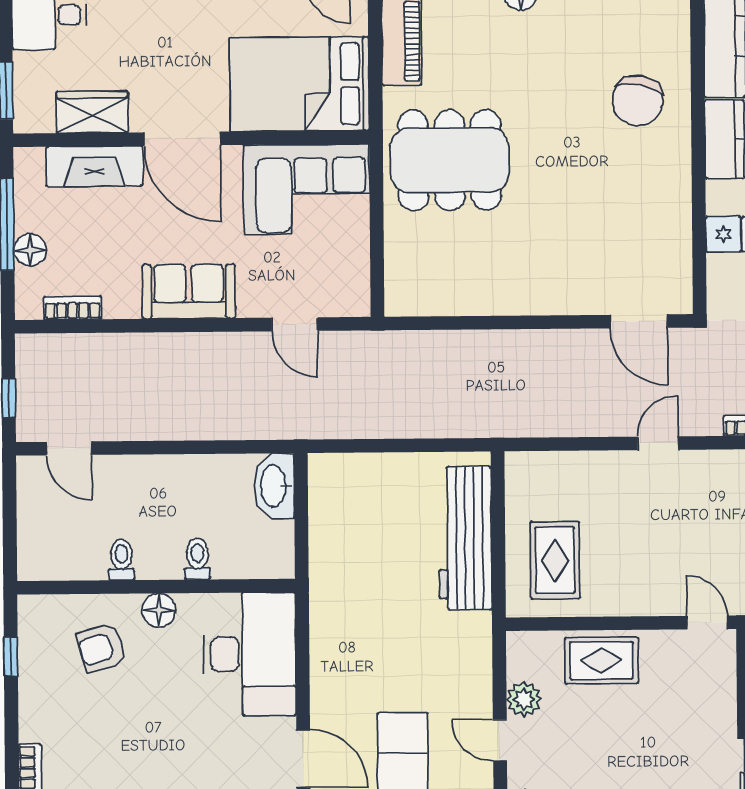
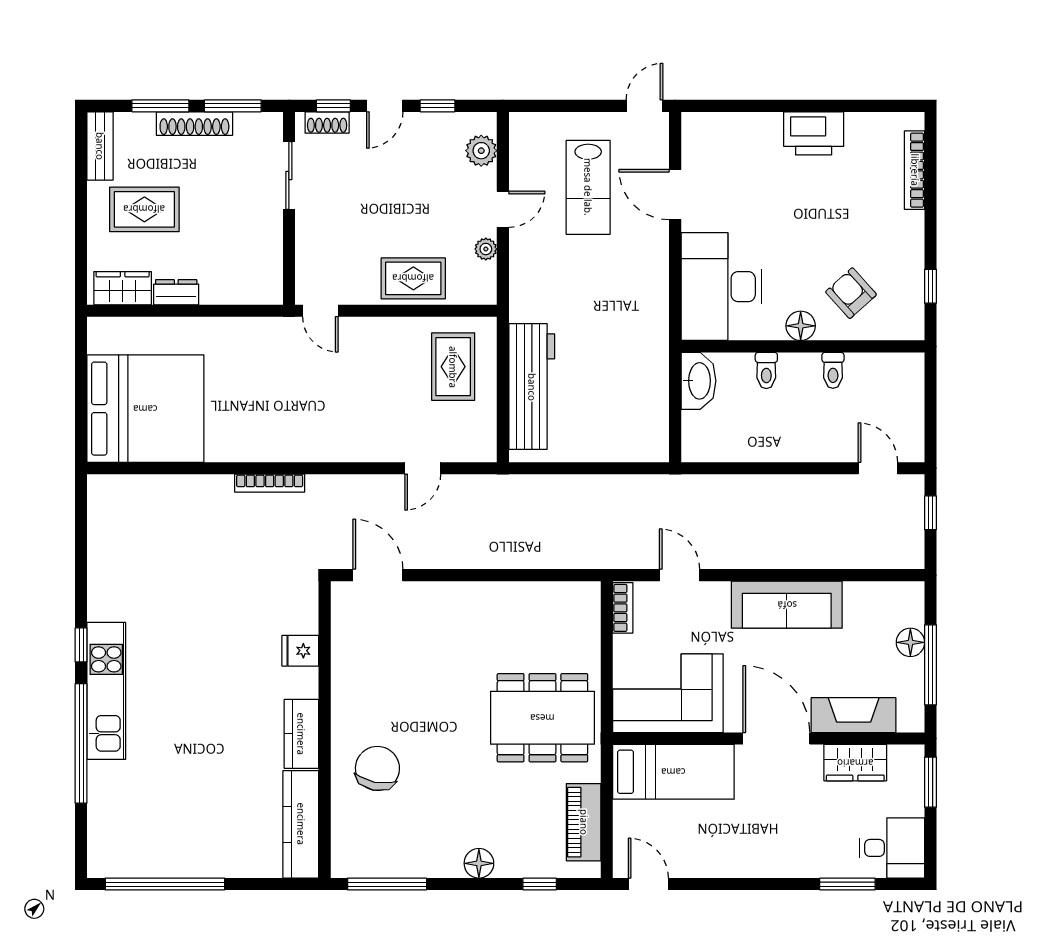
bed: (299, 84) -> (673, 772), width x0.67
sofa: (189, 292) -> (787, 605), width x1.36
bookcase: (72, 308) -> (623, 608), moved, turned -90
door: (658, 443) -> (423, 468), moved
washbasin: (274, 486) -> (698, 381), moved
armchair: (102, 648) -> (851, 293), turned -116
plant: (524, 699) -> (486, 249), width x0.73, depth x0.73
door: (500, 740) -> (503, 209), hinge flipped

